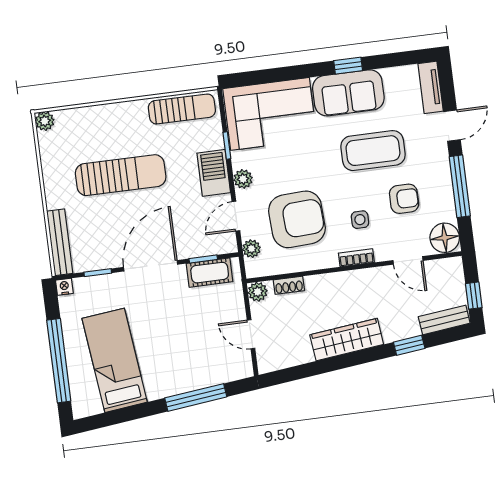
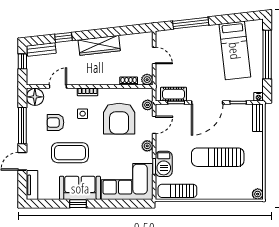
barbecue: (214, 173) -> (164, 164), moved
armchair: (297, 219) -> (119, 119), turned -87
bench: (60, 242) -> (258, 118), width x0.73
door: (408, 260) -> (58, 87), hinge flipped

